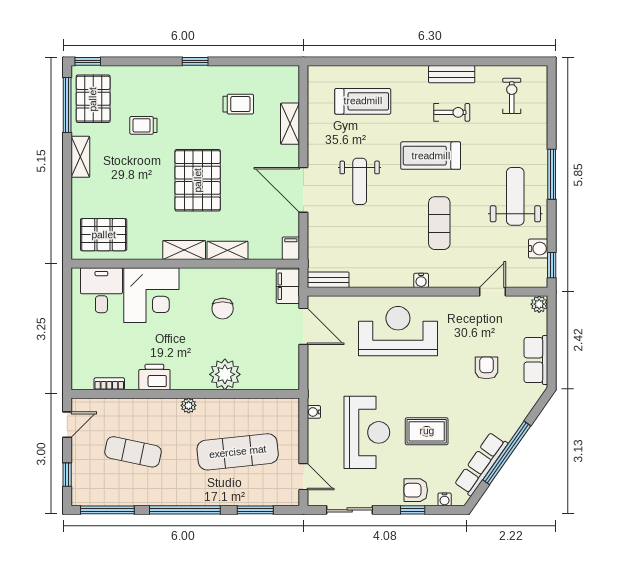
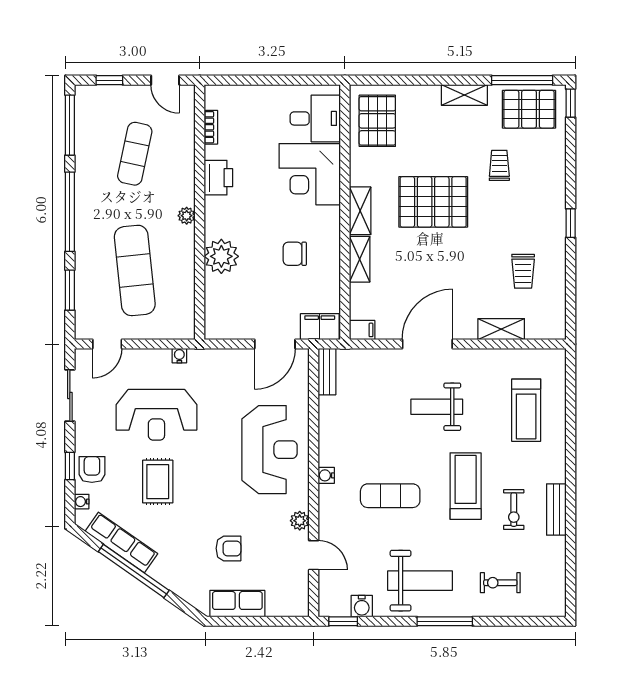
exercise bike: (512, 96) -> (500, 583), moved, turned 180
pallet: (198, 180) -> (433, 202), moved
plant: (539, 304) -> (300, 521), moved

